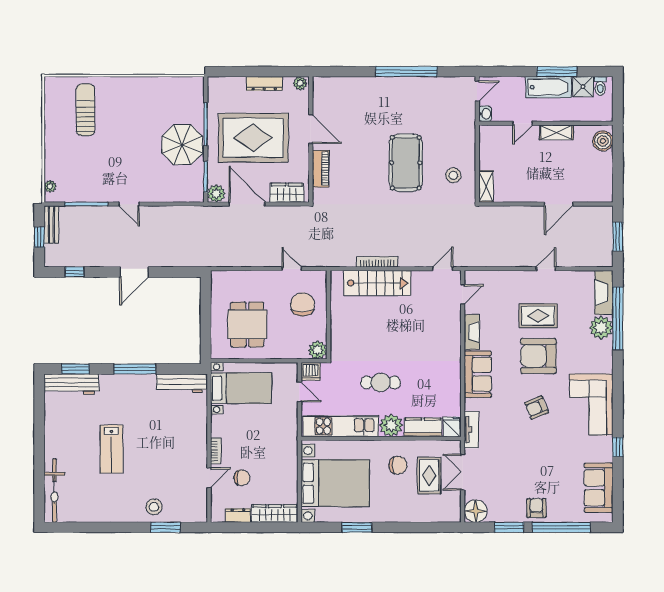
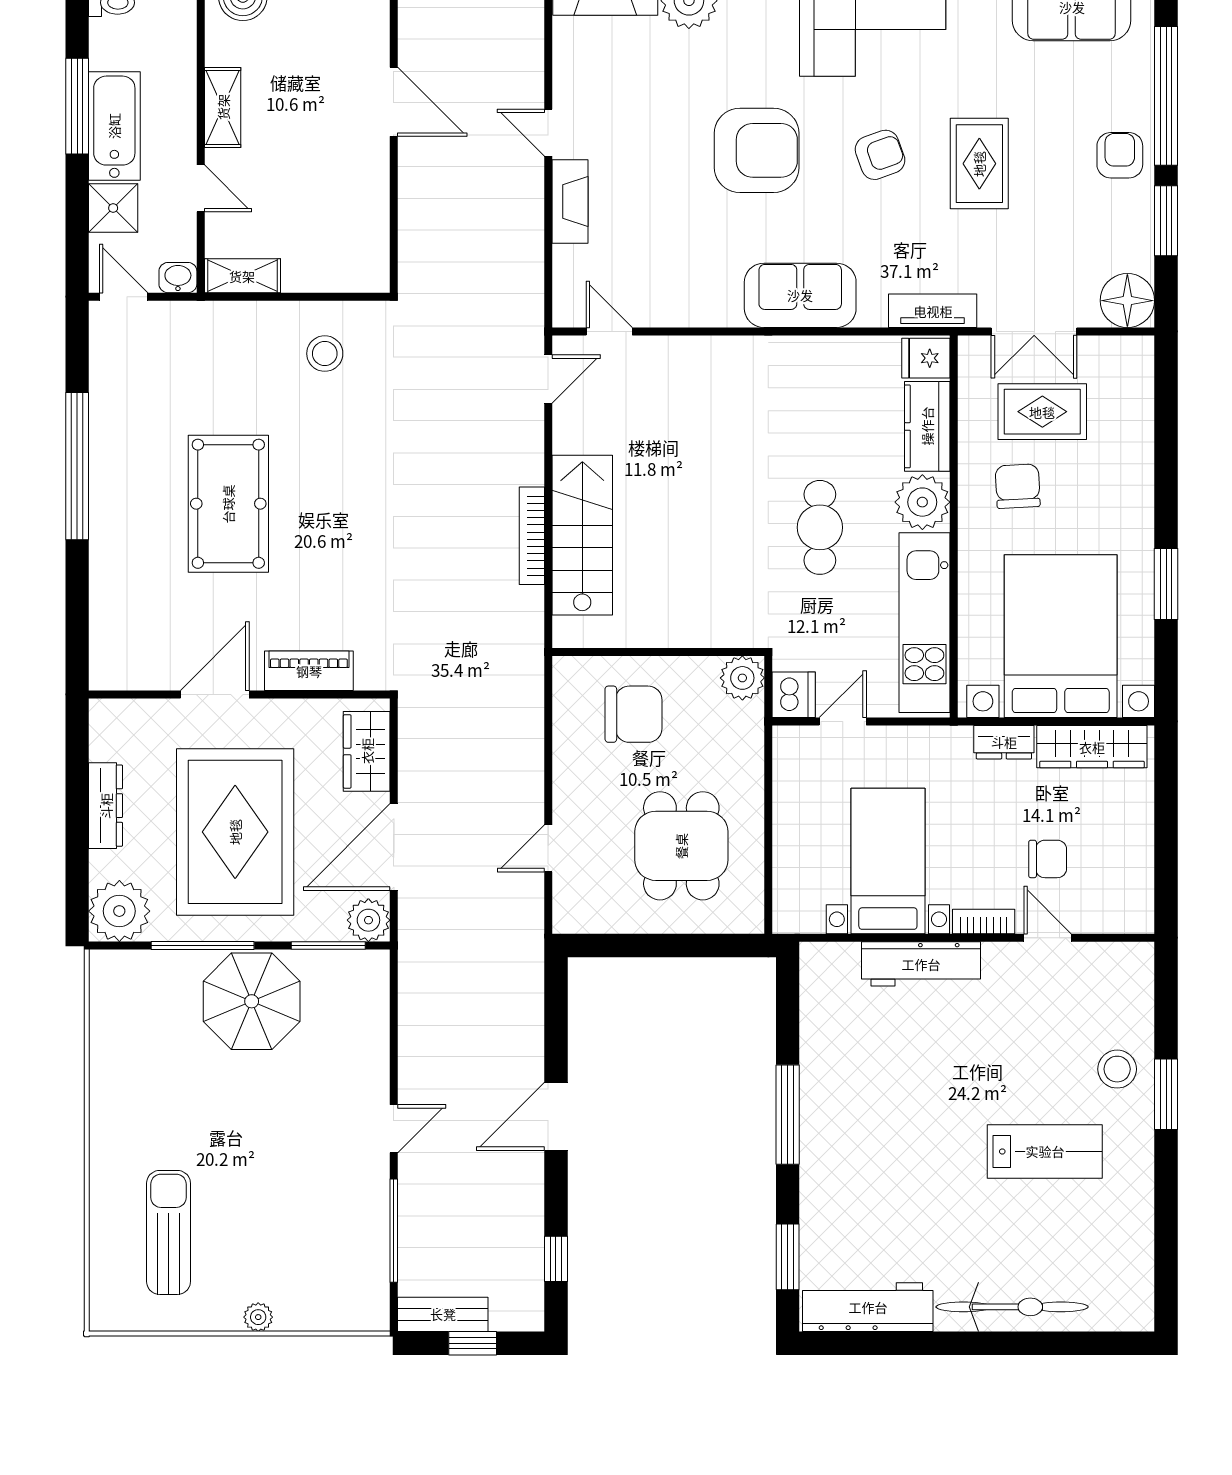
plant: (300, 83) -> (119, 911), moved, width x1.87, depth x1.87
shower: (583, 87) -> (113, 208), moved
sun lounger: (86, 110) -> (169, 1232), turned 90
pool table: (406, 163) -> (228, 504), moved, turned 90
plant: (50, 186) -> (258, 1317), moved
shelving: (486, 187) -> (242, 276), moved
door: (292, 269) -> (548, 848), moved
door: (443, 269) -> (548, 379), swing flipped
door: (134, 272) -> (556, 1116), swing flipped
chair: (302, 304) -> (633, 714), turned 180
rug: (538, 316) -> (979, 164), moved
dining table: (247, 324) -> (681, 846), turned 90
fireplace: (472, 332) -> (570, 202), moved, turned 90
armchair: (538, 356) -> (757, 150), turned -90
workbench: (181, 383) -> (921, 964), moved, turned 90
workbench: (71, 384) -> (868, 1307), moved, turned -90
bed with nightstands: (241, 388) -> (888, 861), moved
armchair: (537, 408) -> (880, 155), turned -88
lab bench: (111, 449) -> (1045, 1151), moved
chair: (242, 478) -> (1048, 859), turned 84
bicycle: (54, 491) -> (1012, 1307), moved
armchair: (536, 508) -> (1120, 155), turned 90
wardrobe: (275, 514) -> (1092, 747), moved, turned -90
dresser: (238, 515) -> (1004, 742), moved, turned -90
window: (165, 527) -> (1166, 1094), moved

